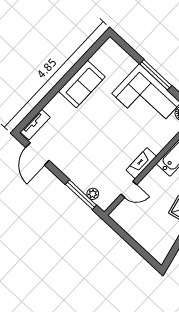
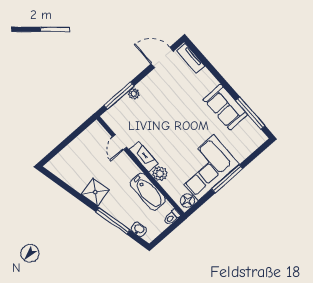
window: (86, 58) -> (250, 113), added
plant: (157, 145) -> (160, 174), added
plant: (93, 194) -> (134, 94), moved

